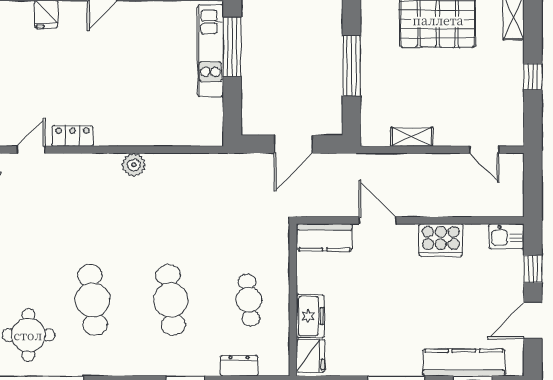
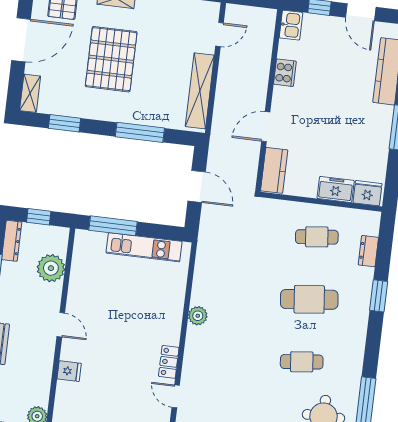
kitchen unit: (210, 51) -> (144, 247), moved
shelving: (412, 137) -> (200, 91), width x2.20, depth x1.33
cooker: (441, 240) -> (285, 73), width x0.73, depth x0.76
cafe table: (92, 300) -> (302, 362), width x0.73, depth x0.74

